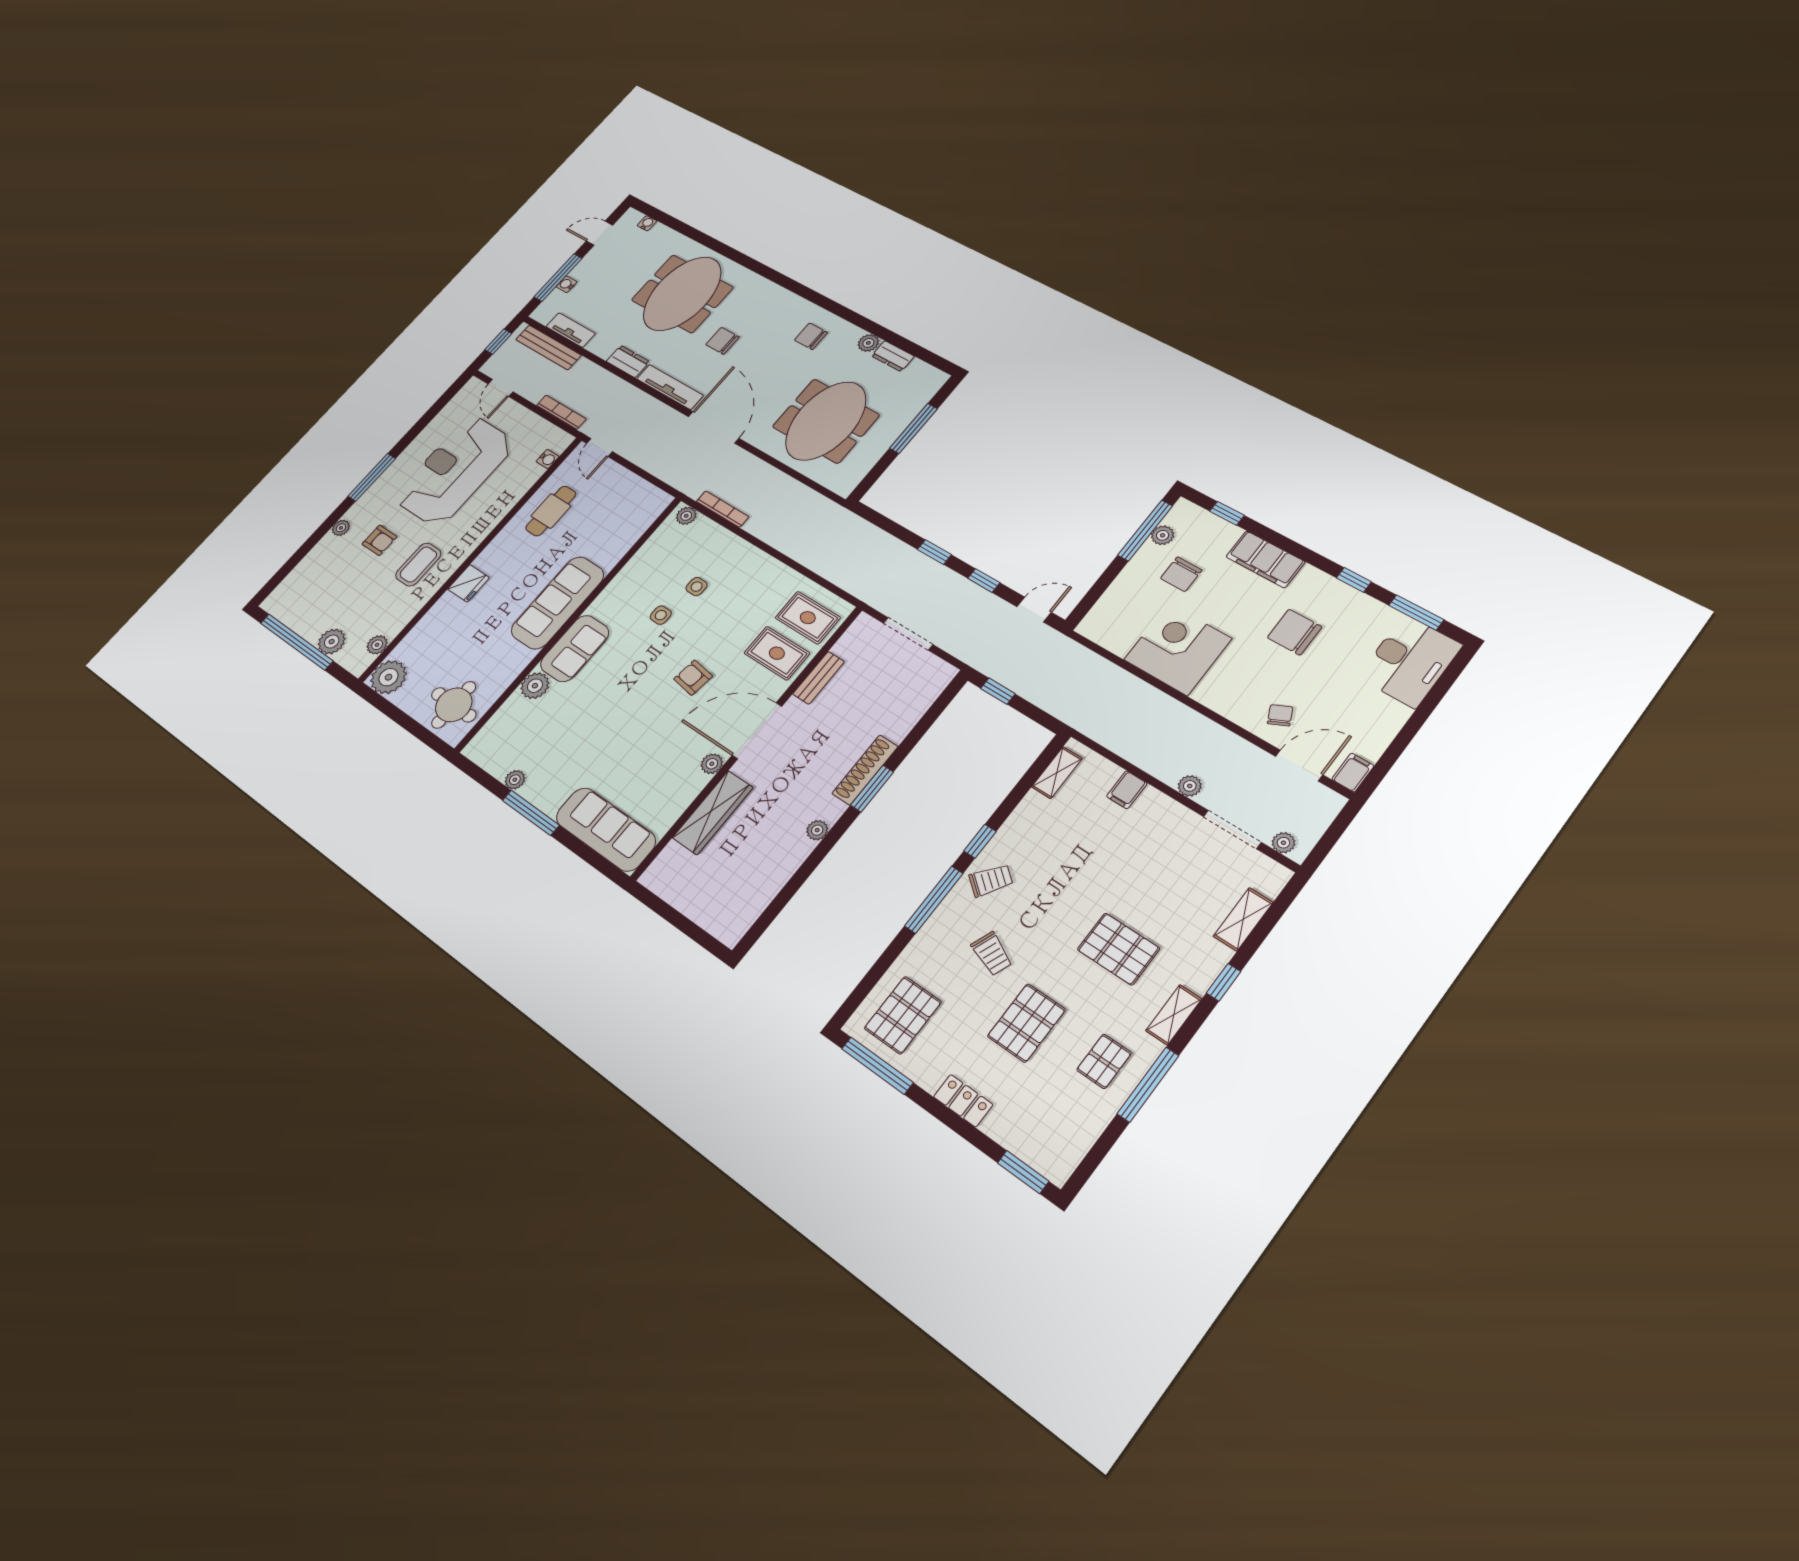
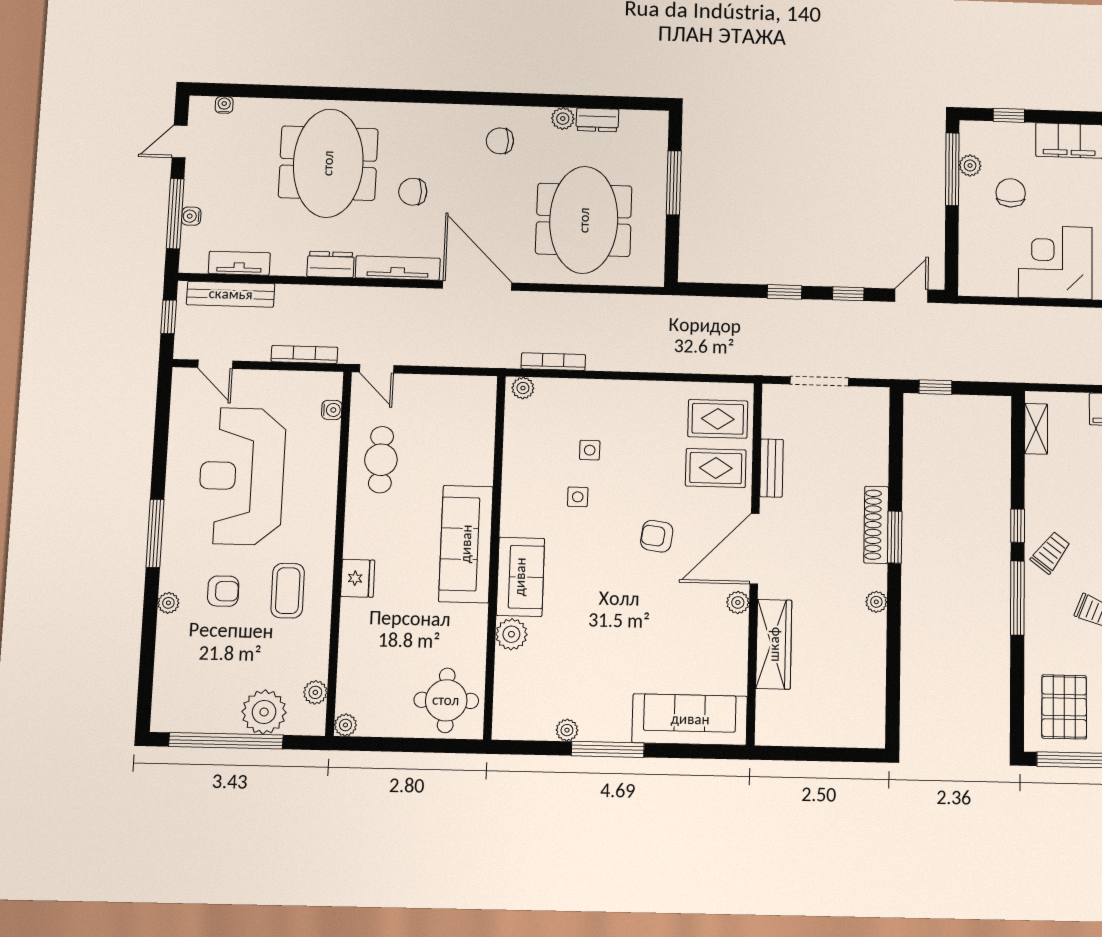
chair: (1181, 574) -> (1011, 193), turned 180
plant: (332, 642) -> (264, 712), width x1.36, depth x1.36
plant: (388, 677) -> (345, 725), width x0.53, depth x0.53

